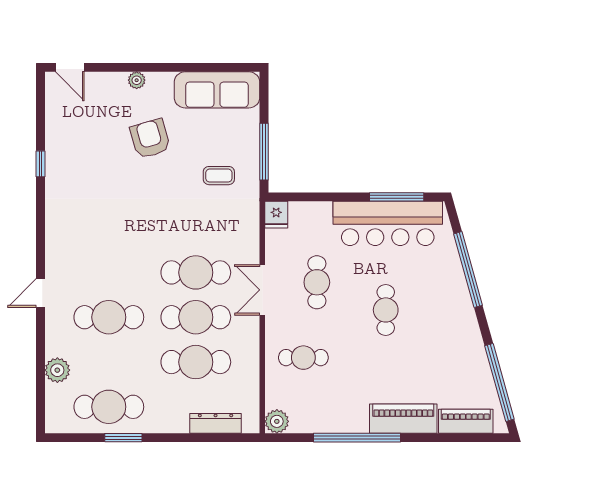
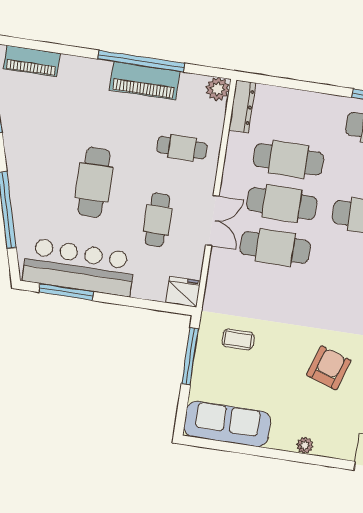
armchair: (150, 139) -> (329, 368), moved, turned -146
fridge: (276, 215) -> (183, 292), width x1.38
cafe table: (386, 310) -> (94, 182), width x1.37, depth x1.35
piano: (403, 419) -> (145, 81), moved
dresser: (216, 423) -> (242, 106), moved, turned -90

